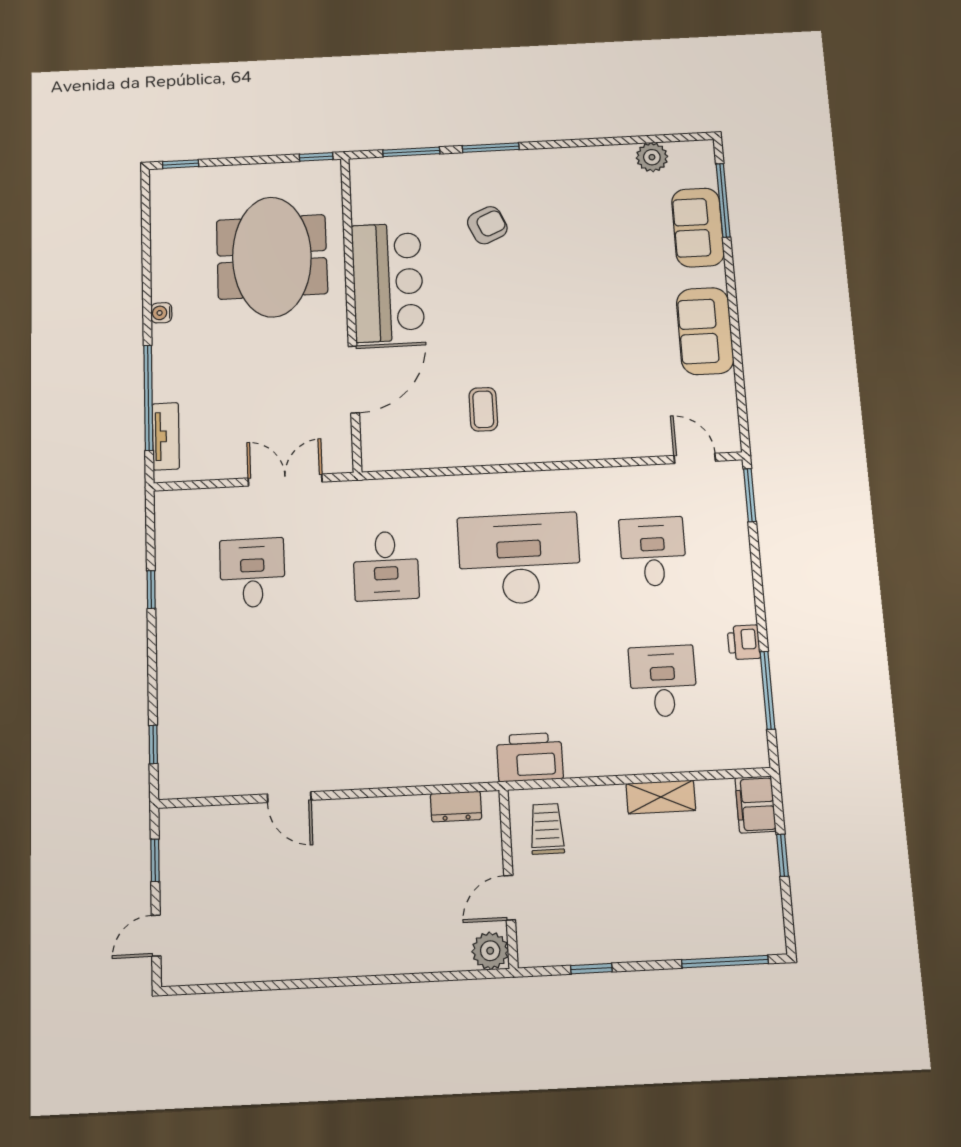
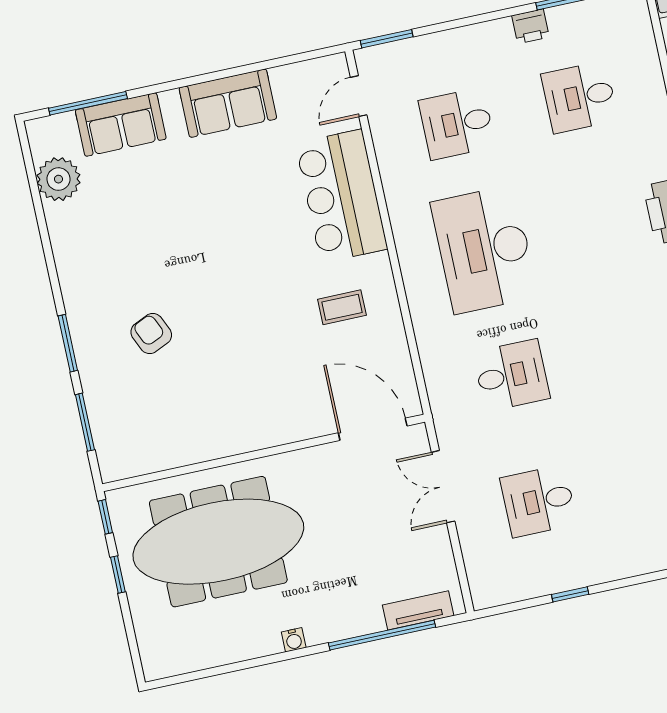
plant: (652, 157) -> (58, 179), width x1.36, depth x1.36
window: (181, 164) -> (118, 575), moved
meeting table: (272, 257) -> (218, 542), width x1.36
bar counter: (388, 282) -> (341, 196), moved, turned -90
door: (354, 379) -> (373, 429), moved

